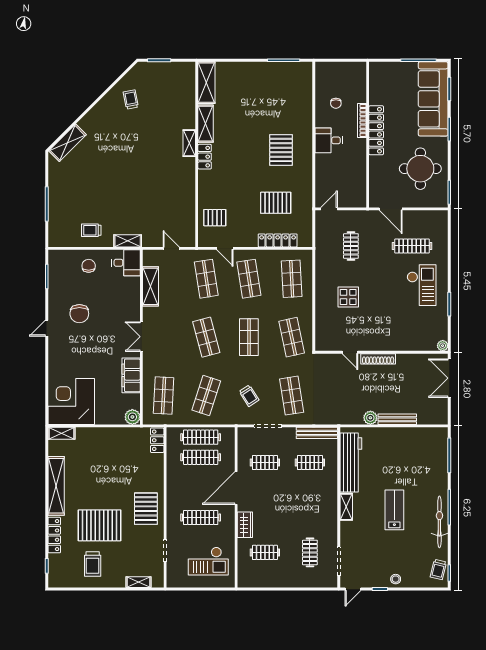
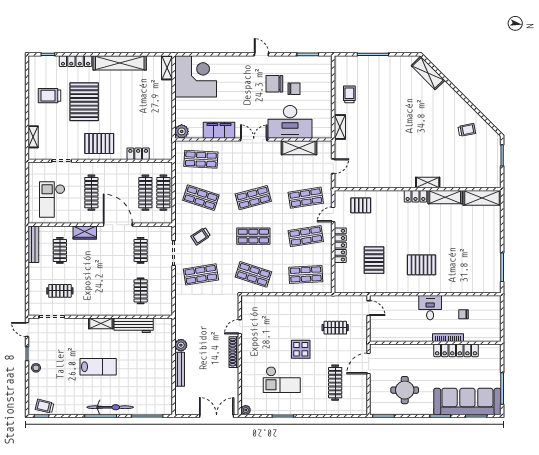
locker: (376, 130) -> (456, 350), moved
round table: (420, 169) -> (405, 390), width x0.73, depth x0.73
pallet: (215, 218) -> (361, 205), turned 90
locker: (278, 240) -> (340, 245), moved
desk: (126, 263) -> (290, 122), moved, width x1.87, depth x1.30
chair: (89, 266) -> (294, 89), moved
checkout: (422, 285) -> (282, 380), moved
display table: (348, 297) -> (301, 349), moved
shop shelf: (292, 337) -> (253, 274), turned 30
bench: (317, 433) -> (33, 244), moved
locker: (157, 440) -> (138, 154), moved
workbench: (351, 462) -> (134, 325), width x0.73, depth x0.76
bicycle: (439, 522) -> (110, 407), moved

